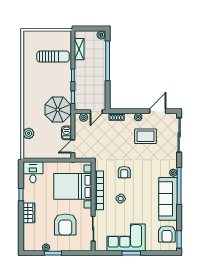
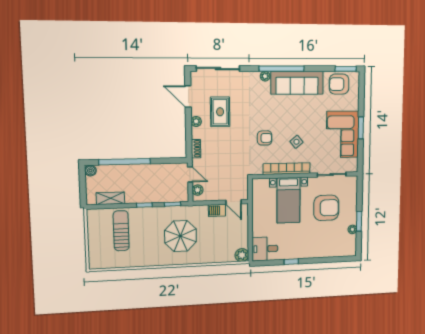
parasol: (58, 110) -> (180, 236), moved
plant: (29, 133) -> (242, 255), moved
bed with nightstands: (73, 186) -> (289, 200), width x0.73
wardrobe: (29, 213) -> (312, 251), removed
armchair: (167, 234) -> (339, 84), turned 180

